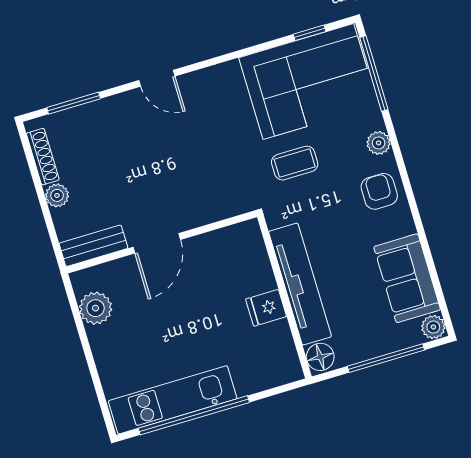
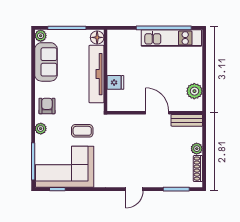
door: (157, 78) -> (134, 189), swing flipped
armchair: (379, 191) -> (47, 106), turned 180
door: (157, 243) -> (157, 113), hinge flipped
fridge: (266, 308) -> (115, 82), moved

